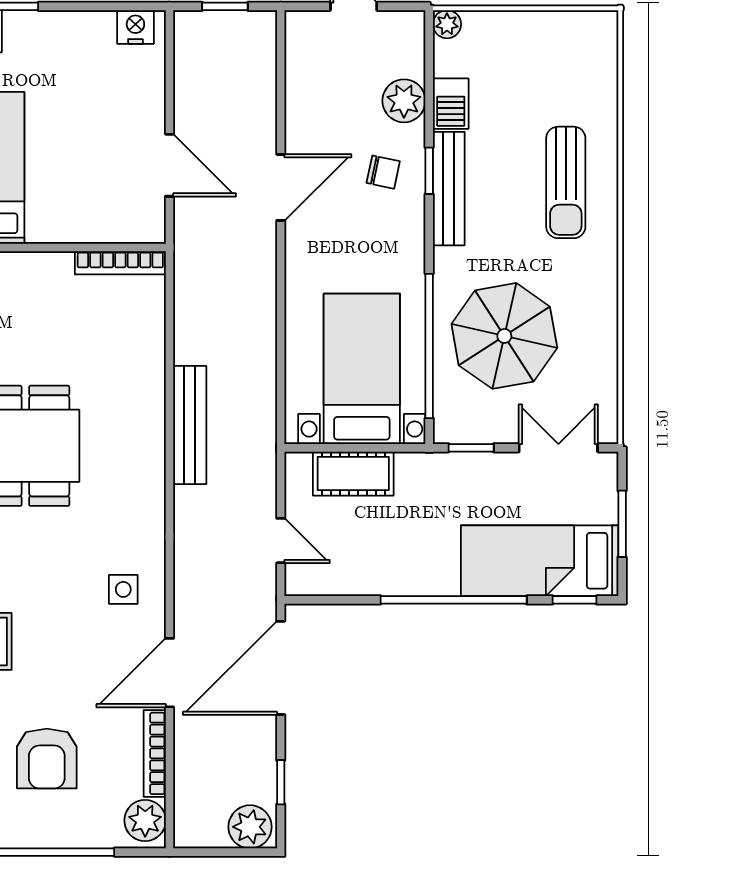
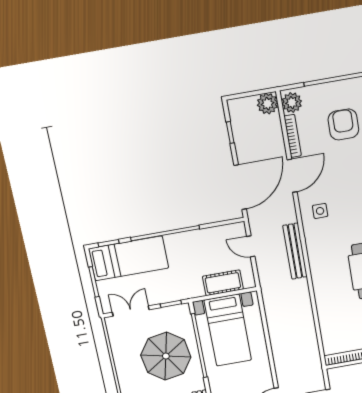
bench: (190, 425) -> (295, 251), moved
double door: (558, 448) -> (131, 311), swing flipped
plant: (250, 827) -> (267, 104), moved

